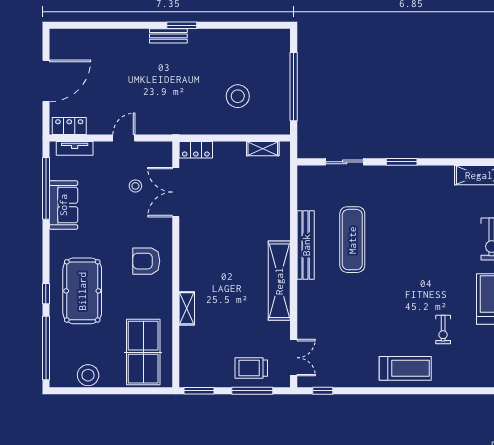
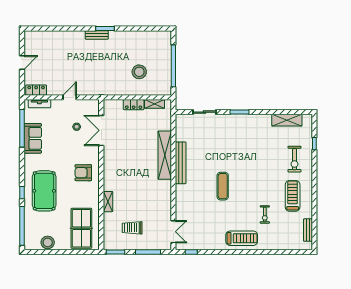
door: (46, 81) -> (22, 62), width x0.53
locker: (196, 150) -> (134, 105), moved
exercise mat: (352, 240) -> (223, 186), moved, width x0.73, depth x0.69
shelving: (279, 281) -> (165, 155), moved
trolley: (251, 368) -> (132, 228), moved

